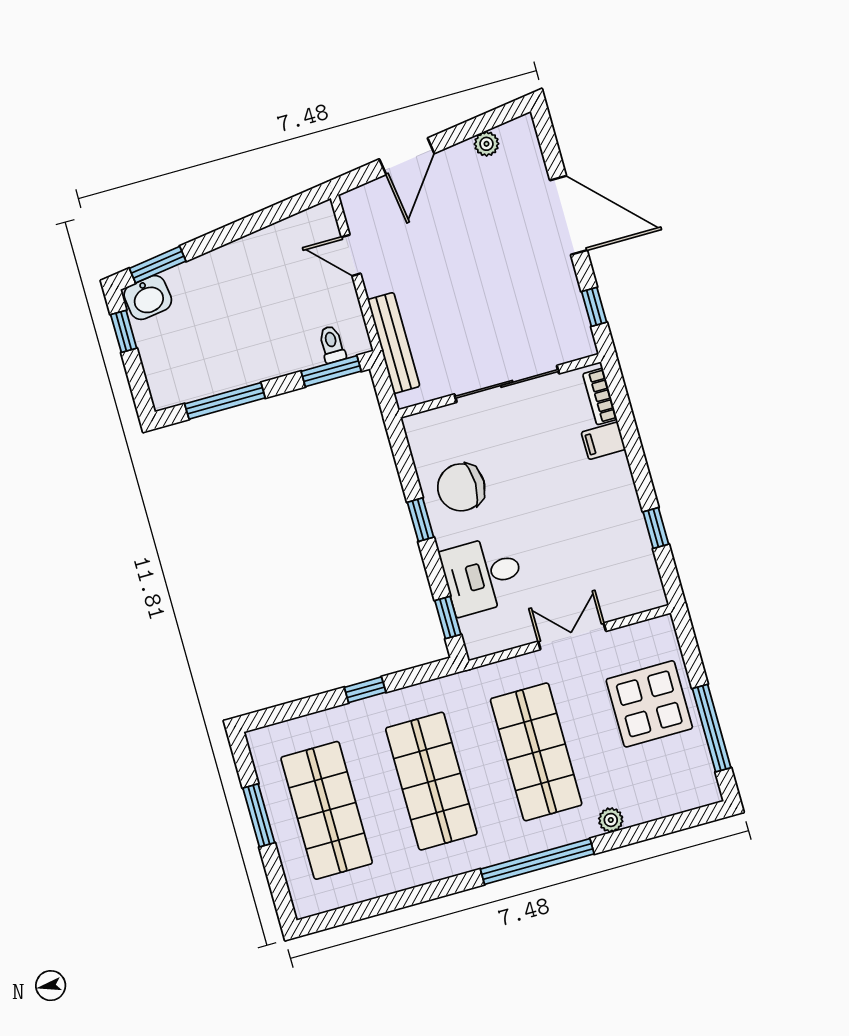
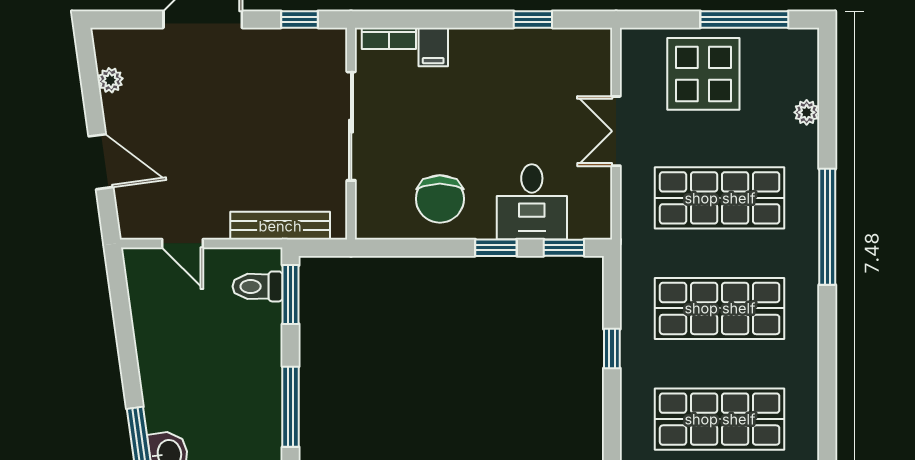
door: (351, 255) -> (182, 243), hinge flipped
toilet: (332, 344) -> (258, 286), width x1.37, depth x1.39
window: (420, 520) -> (496, 248), moved
plant: (611, 820) -> (807, 112), moved

